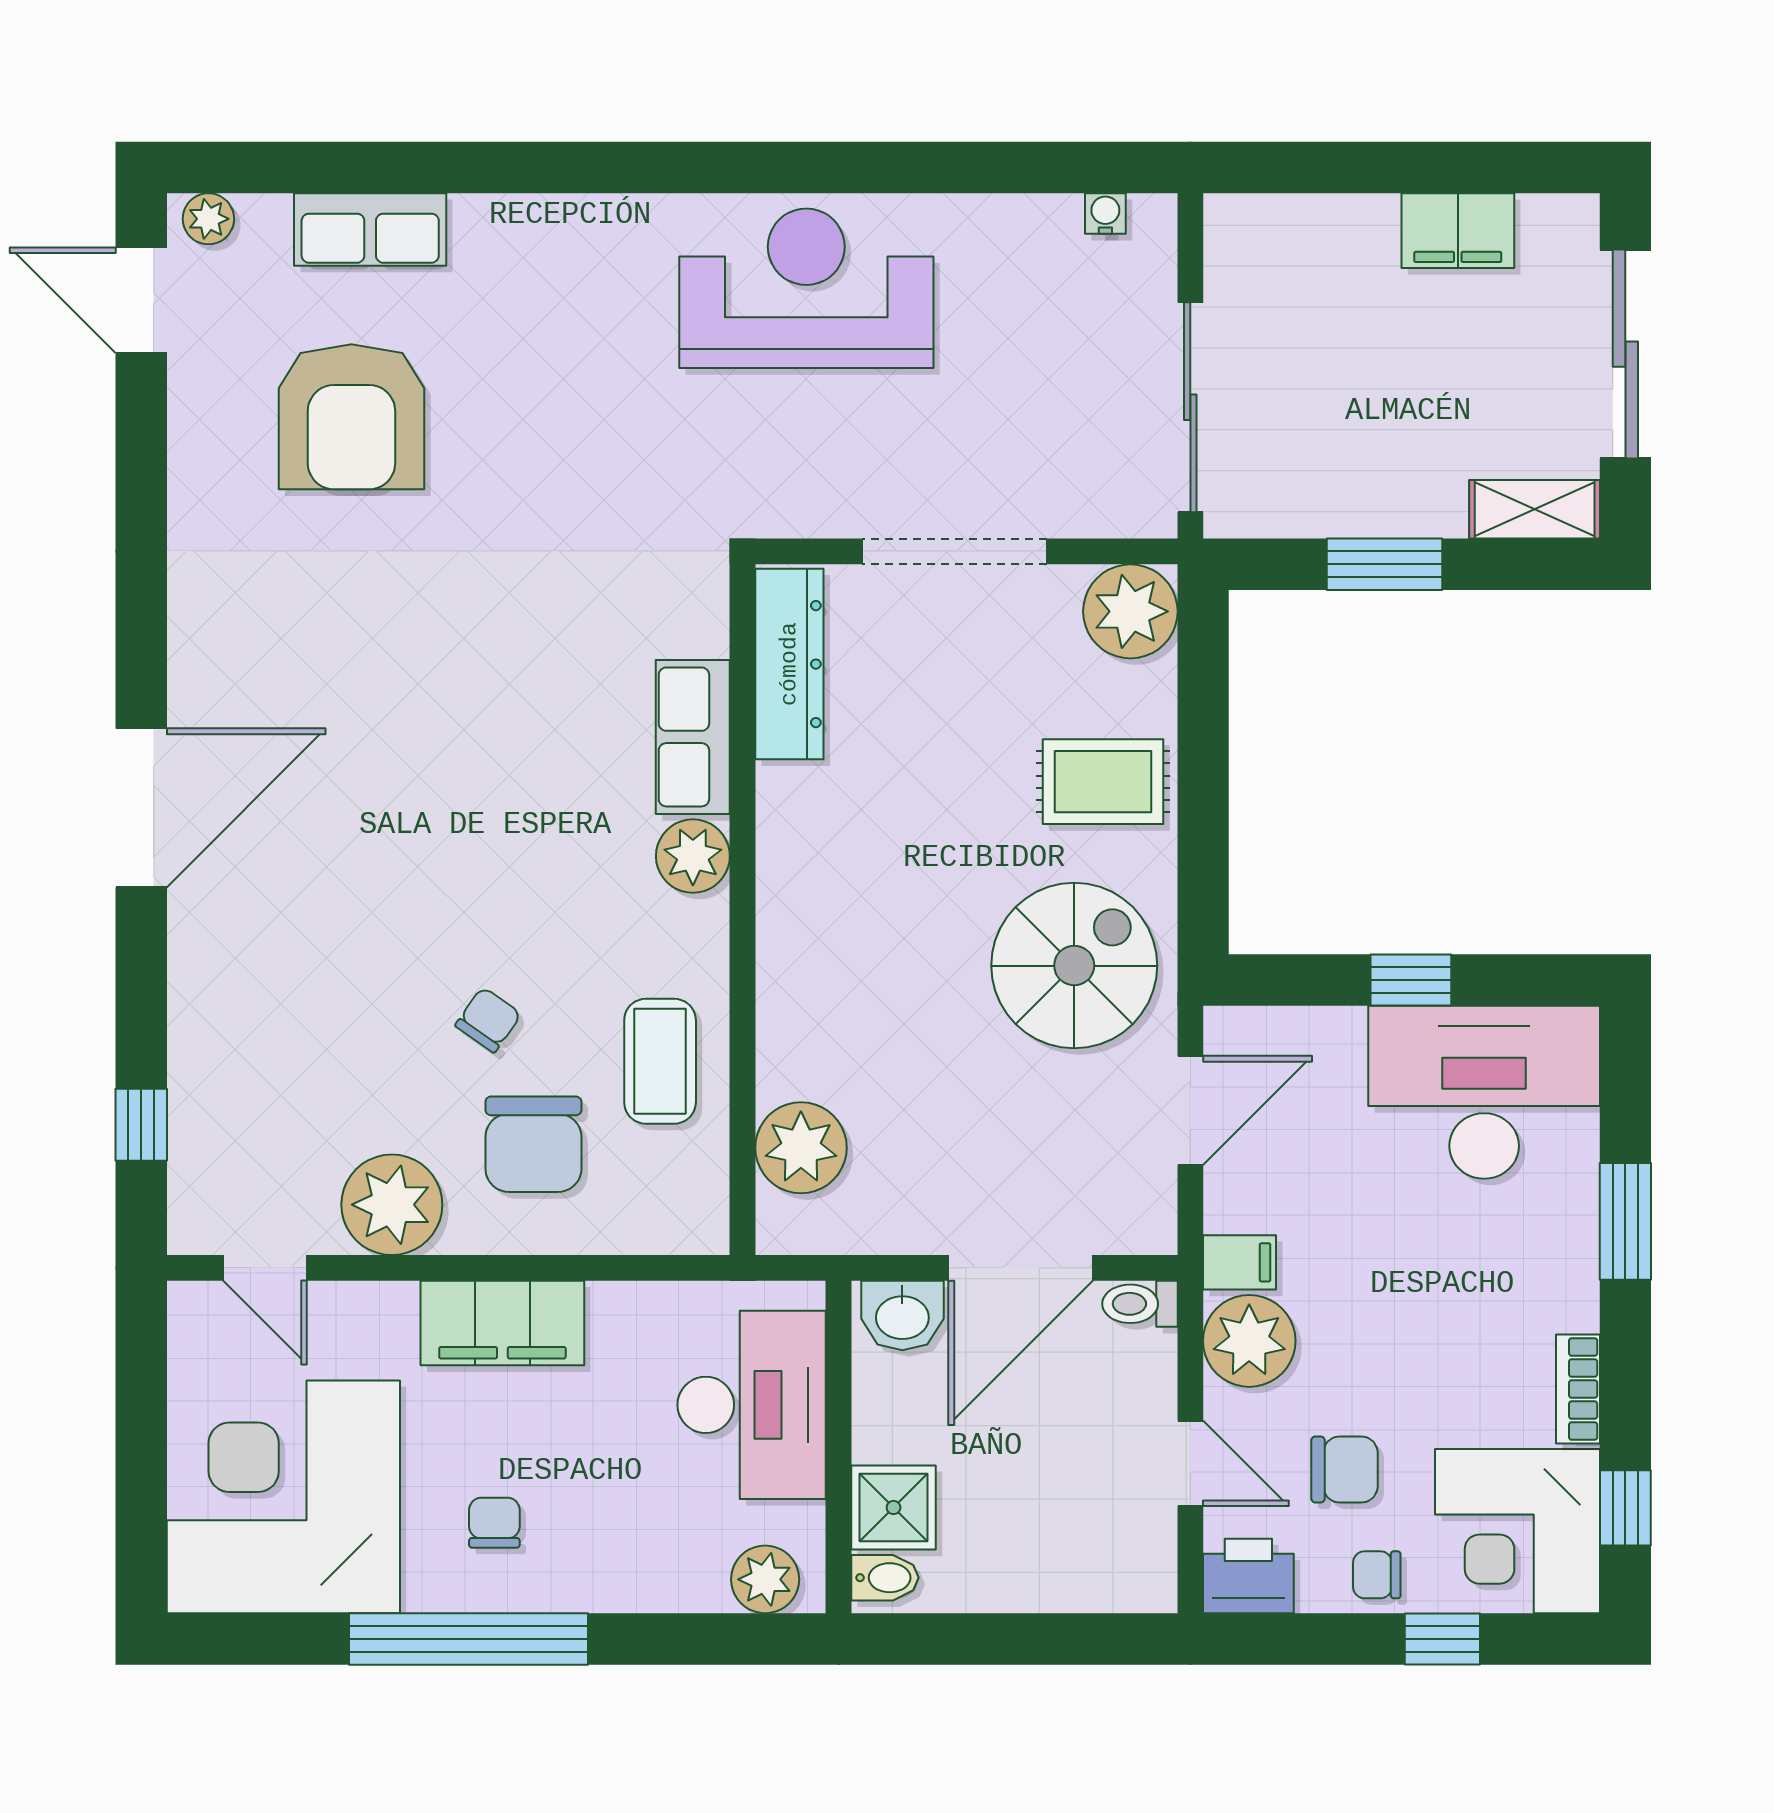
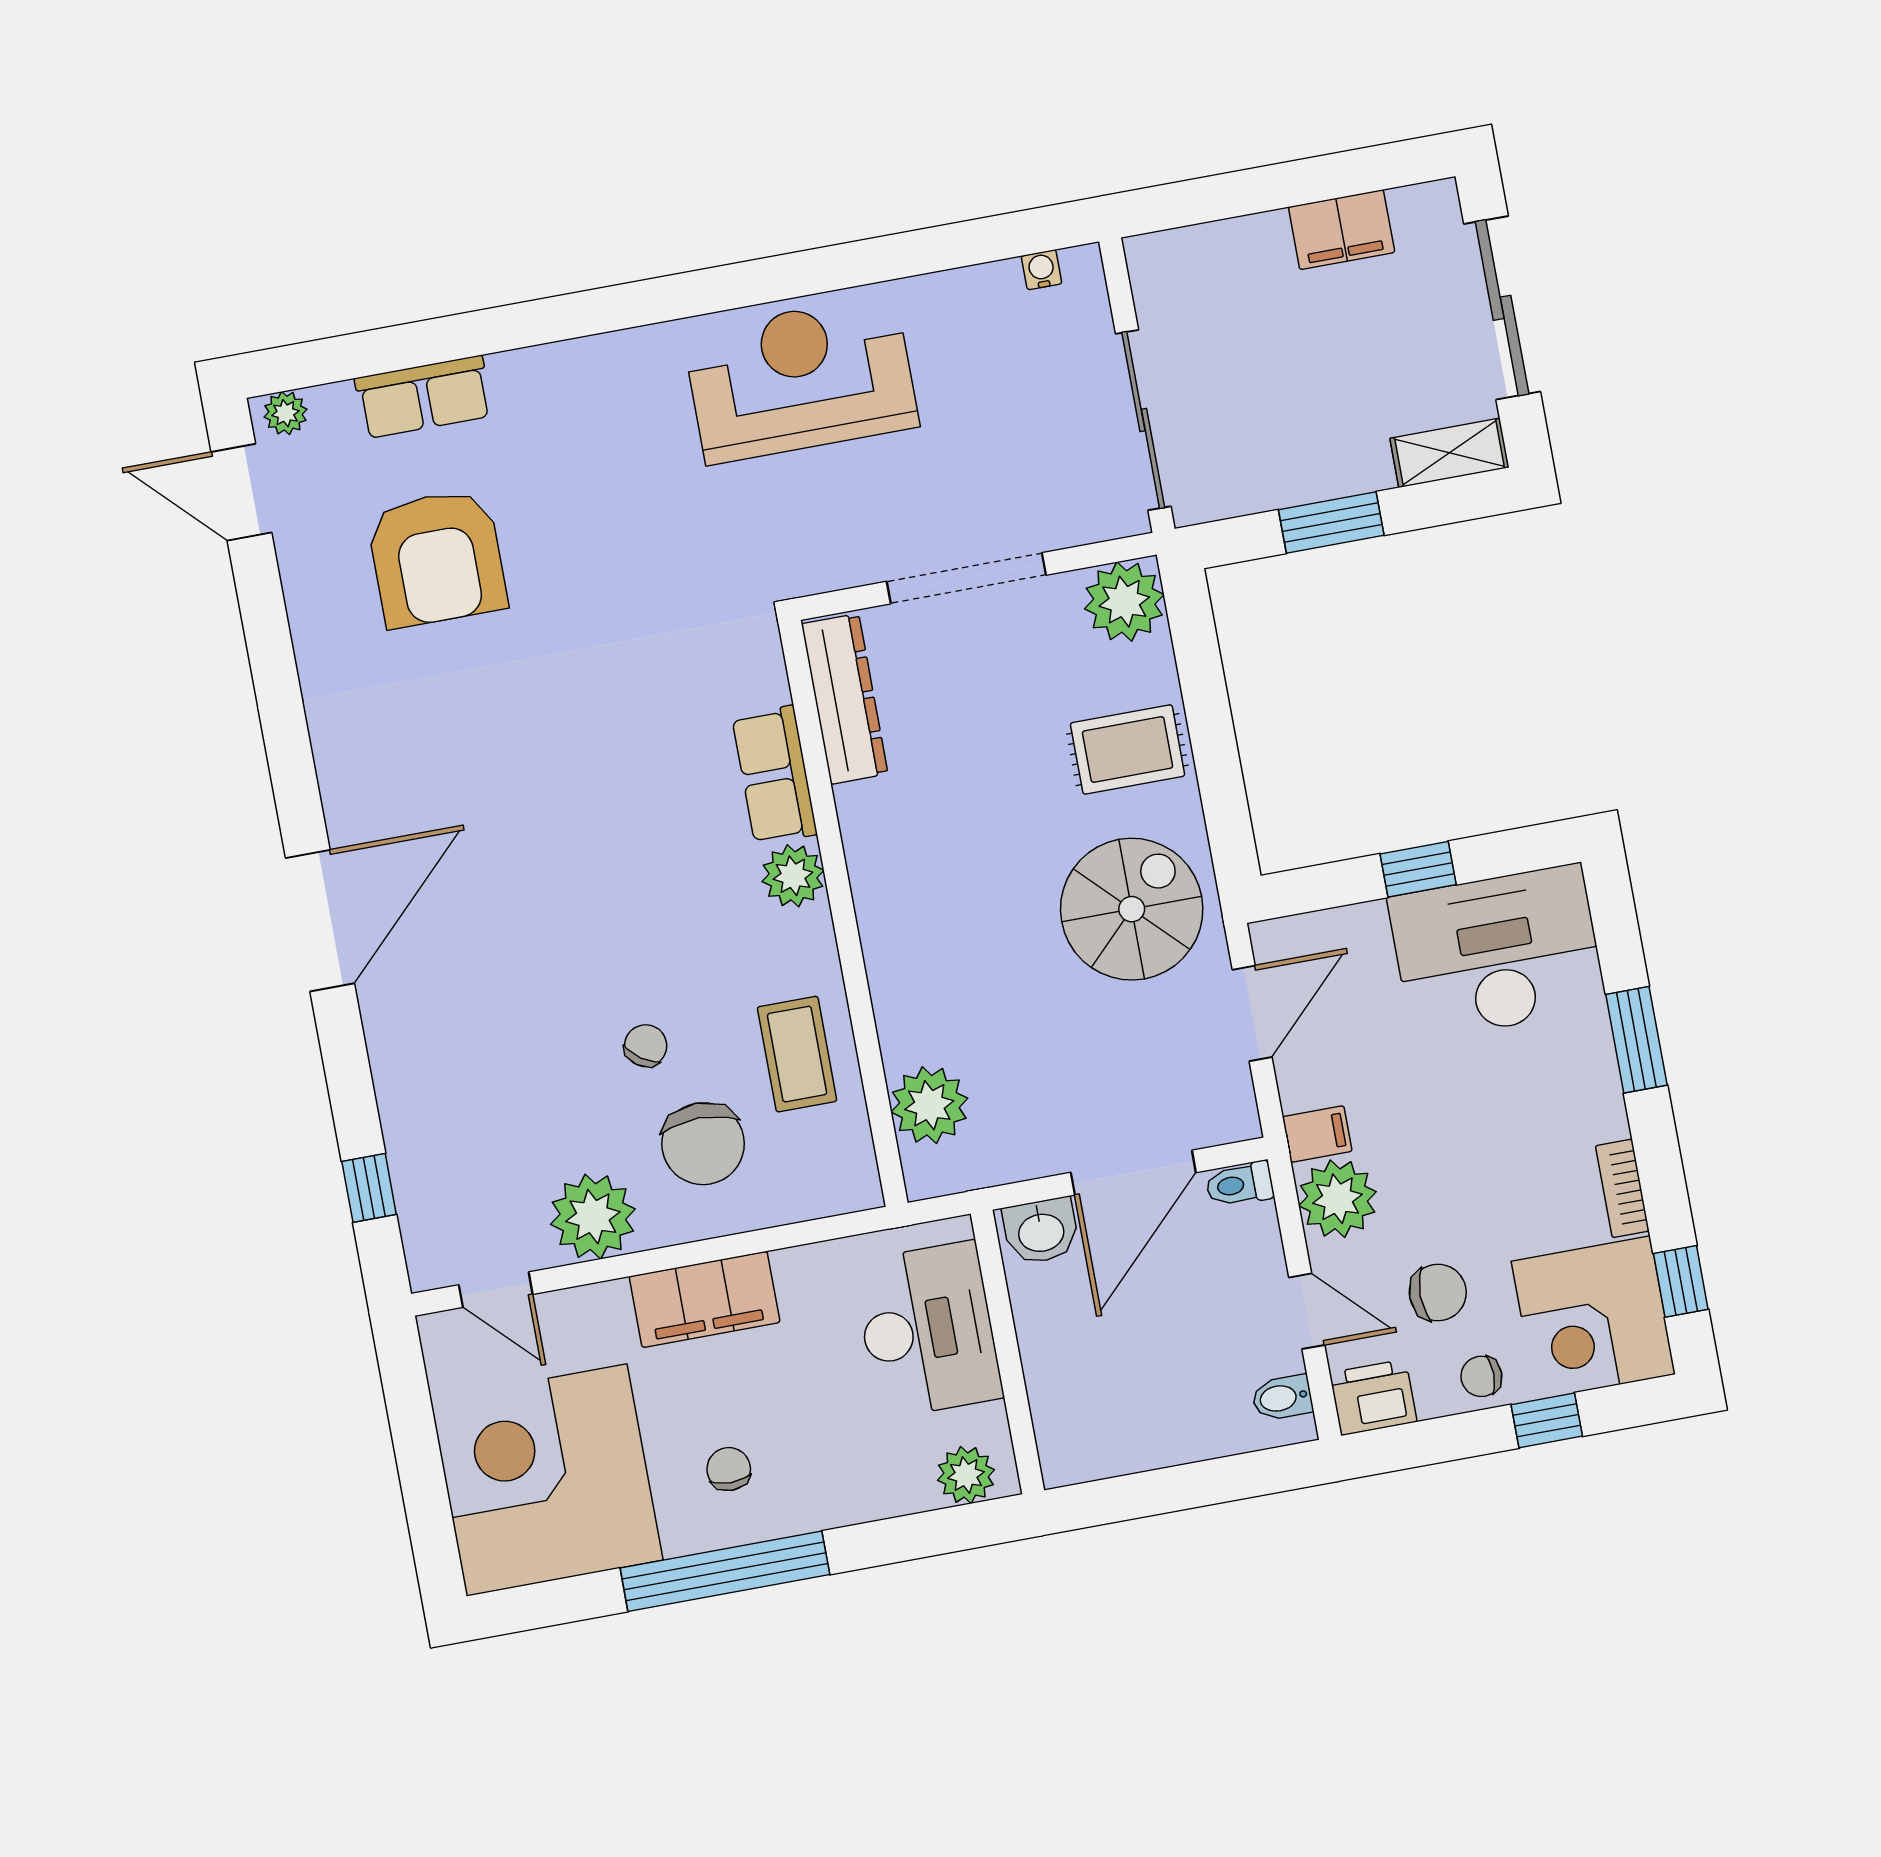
shower: (894, 1507) -> (1063, 1394), removed
bidet: (885, 1578) -> (1282, 1398), moved, turned 180

